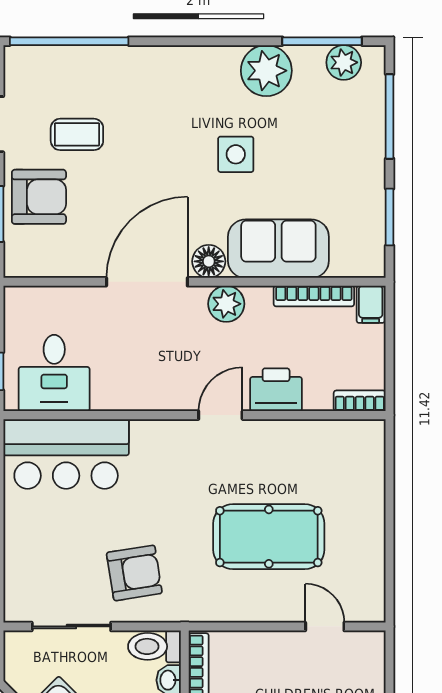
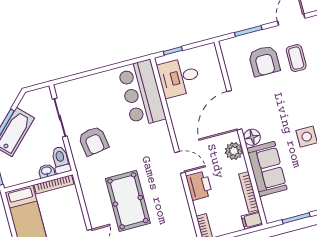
armchair: (39, 197) -> (264, 61), moved
door: (147, 282) -> (234, 110), swing flipped

